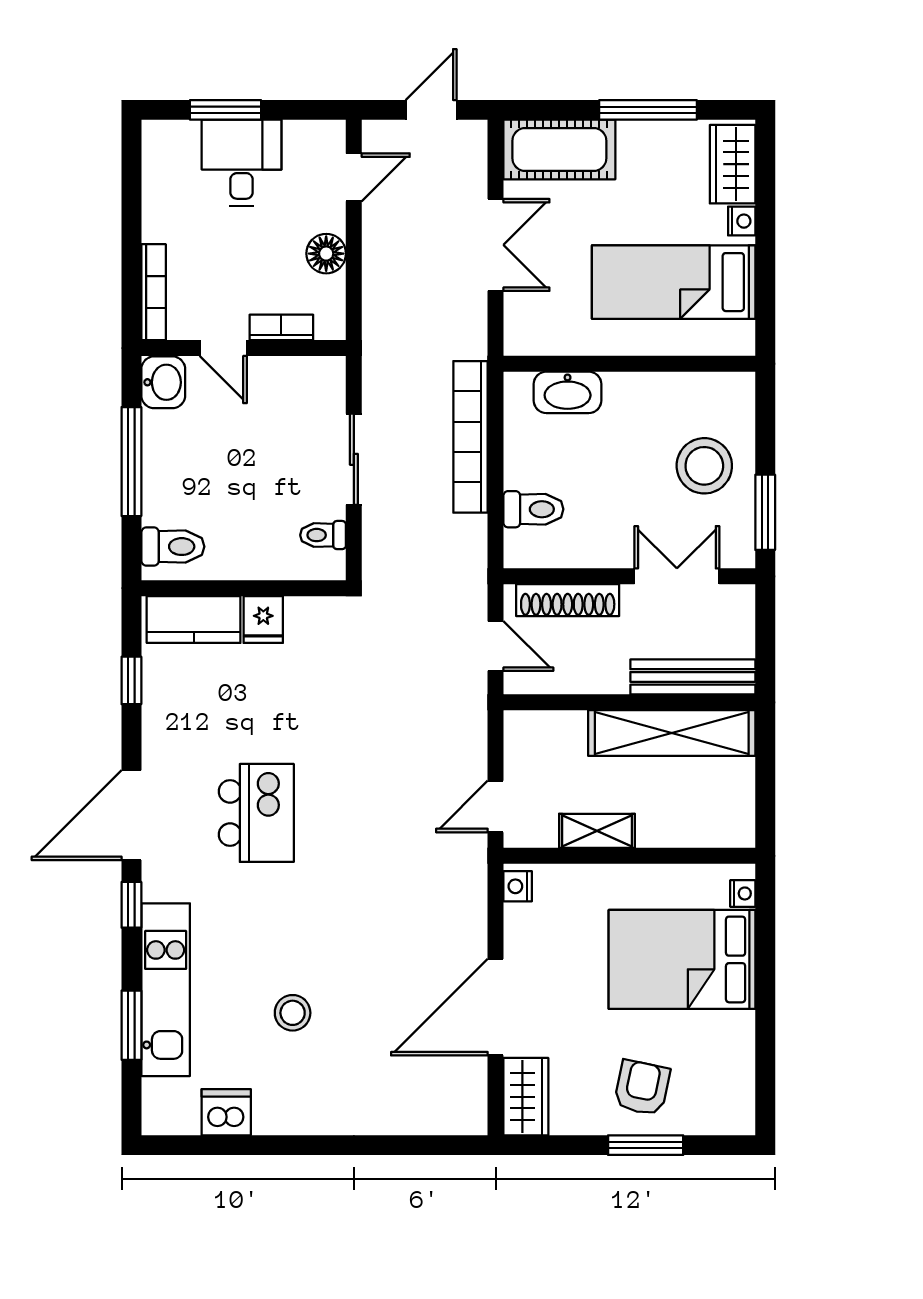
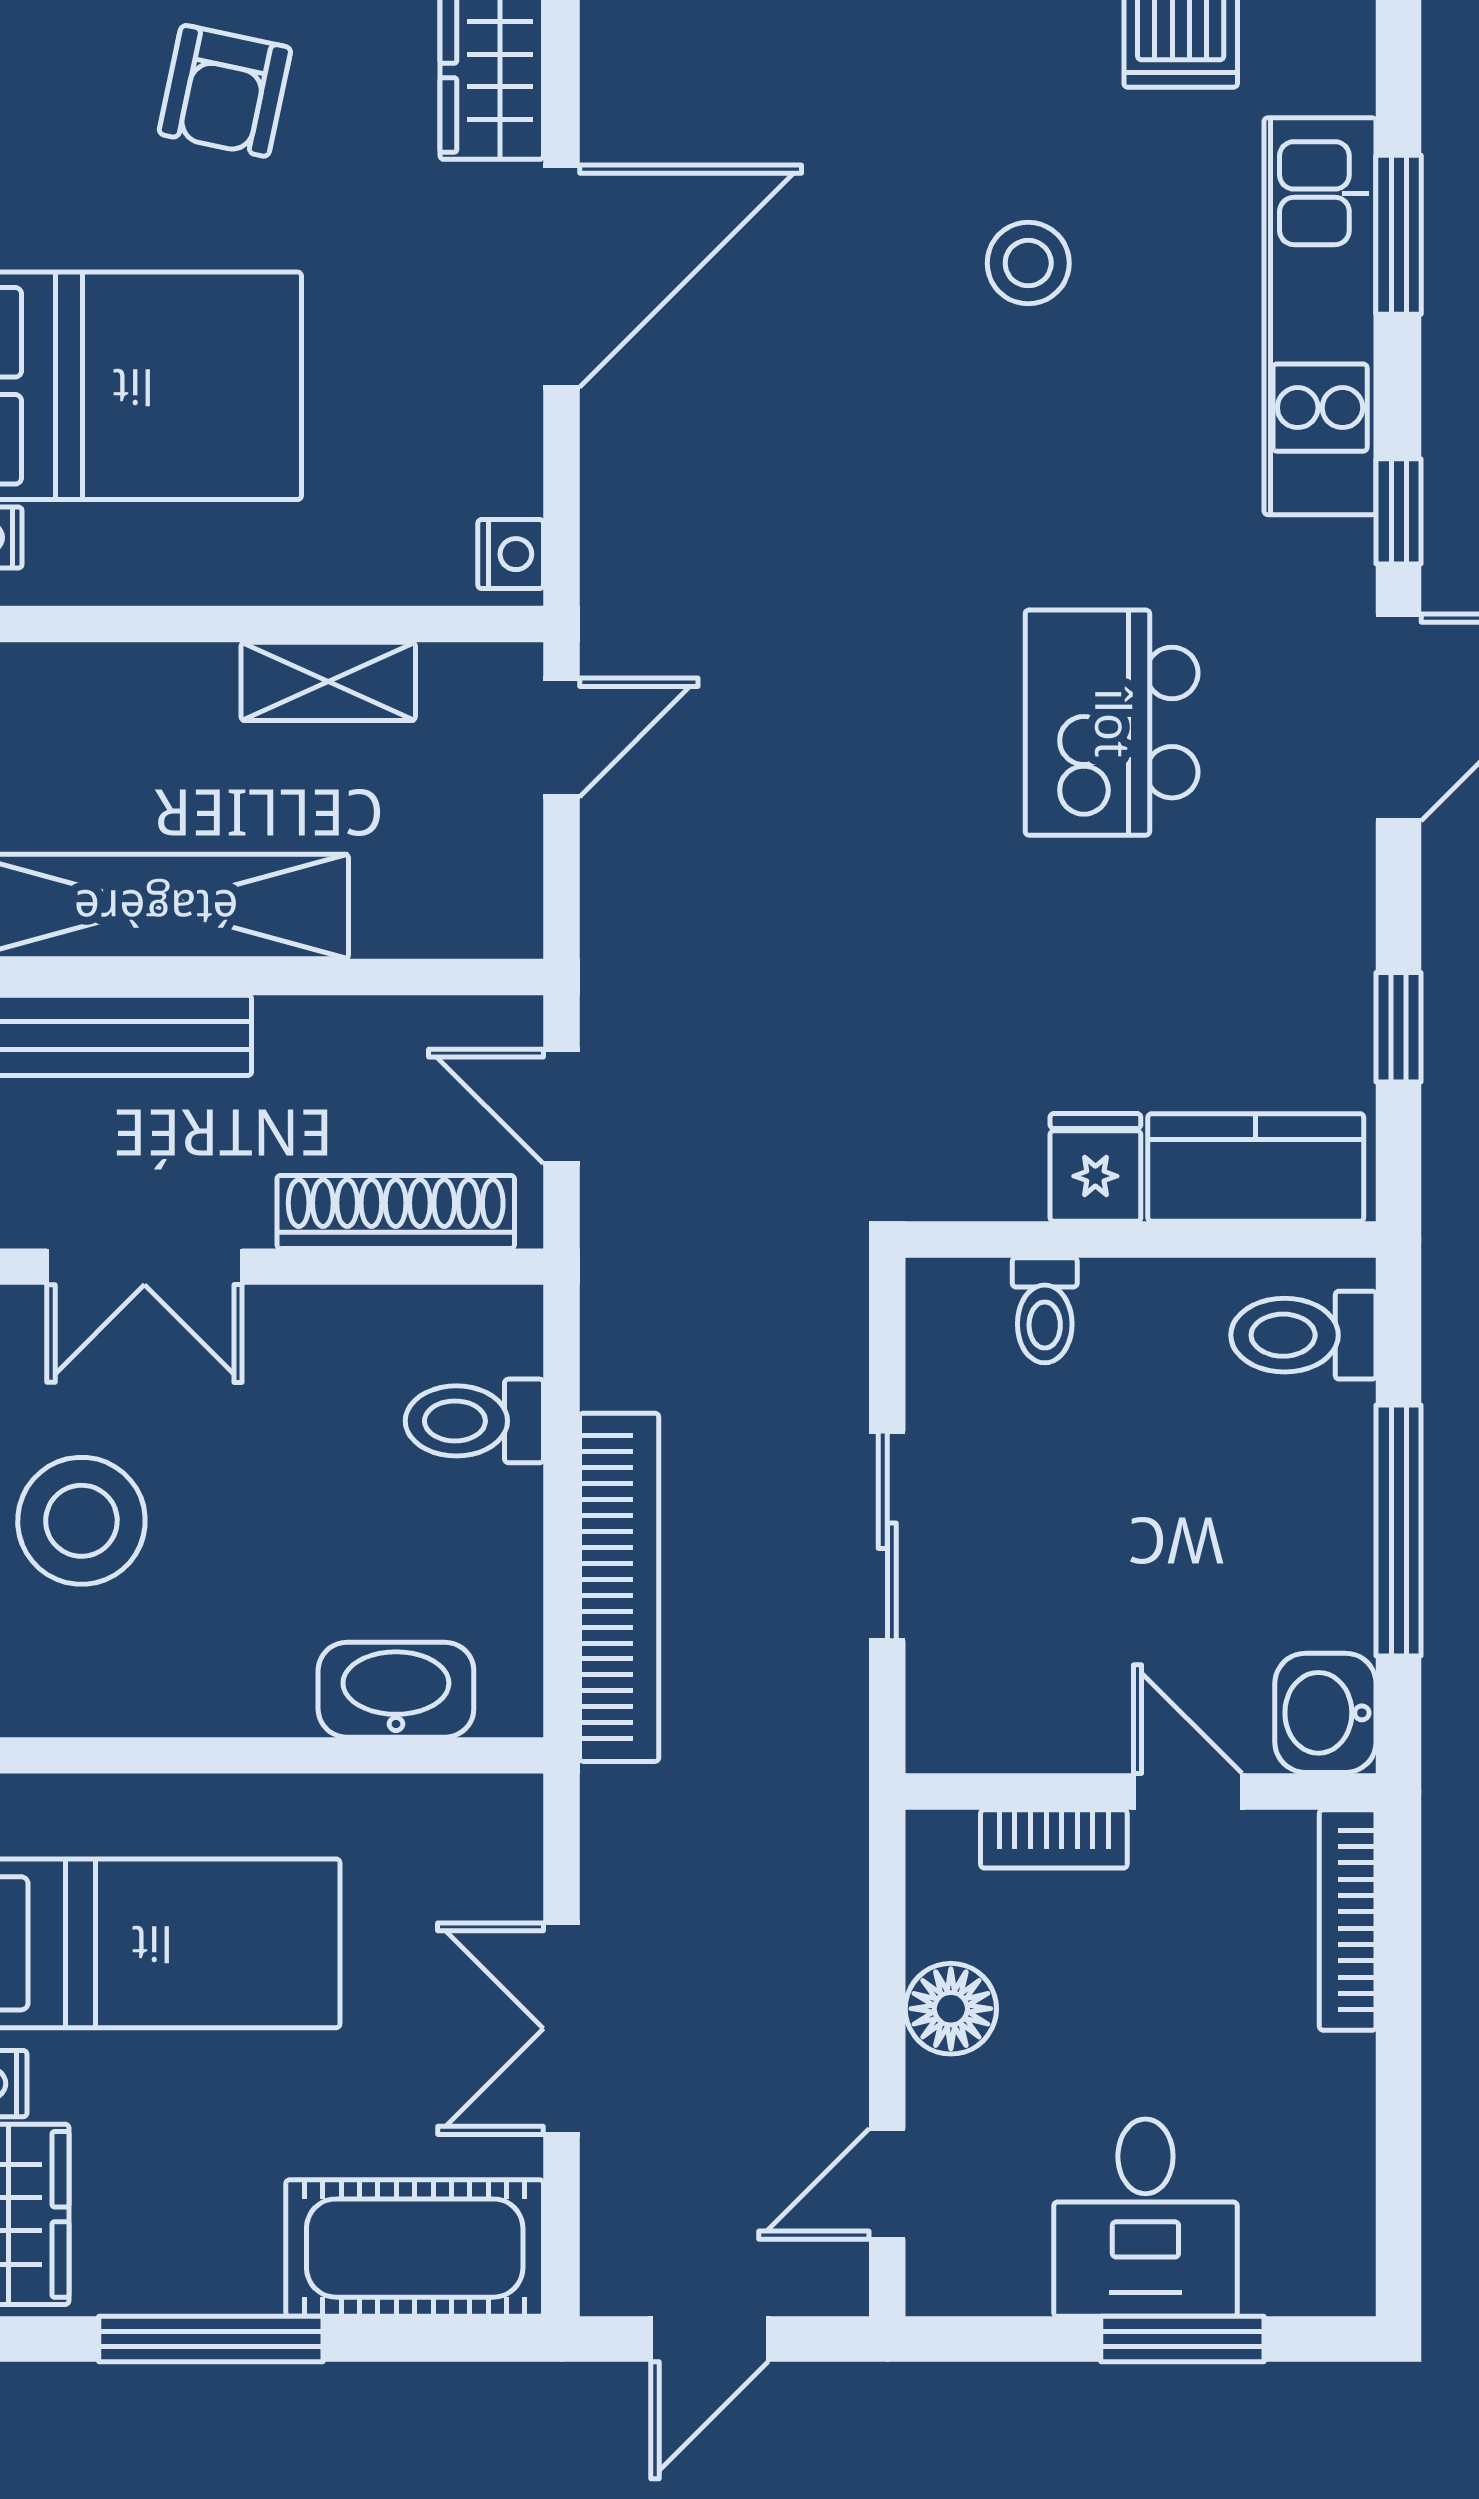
toilet: (323, 535) -> (1045, 1310), moved, turned 90

